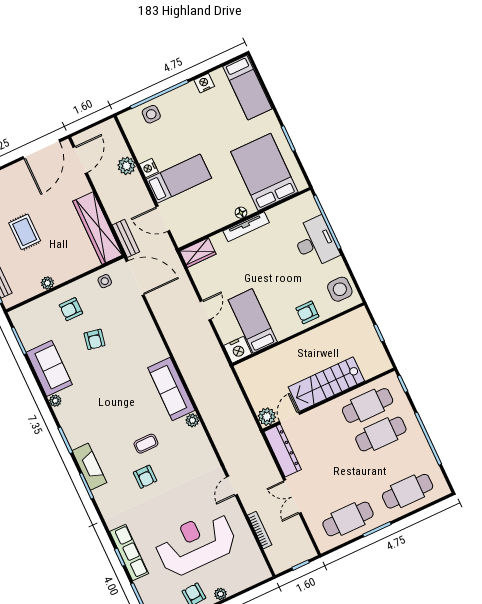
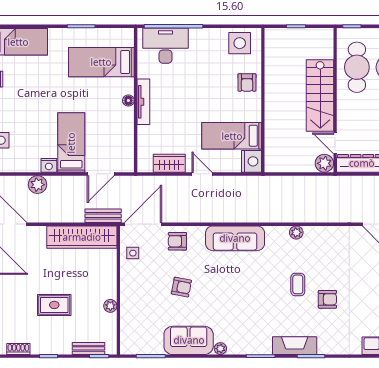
bed: (264, 172) -> (101, 62), width x0.67
desk: (315, 242) -> (165, 46), moved
wardrobe: (198, 253) -> (169, 163), moved, turned -90
armchair: (71, 309) -> (177, 241), moved, turned 90
sofa: (171, 389) -> (235, 238), moved

